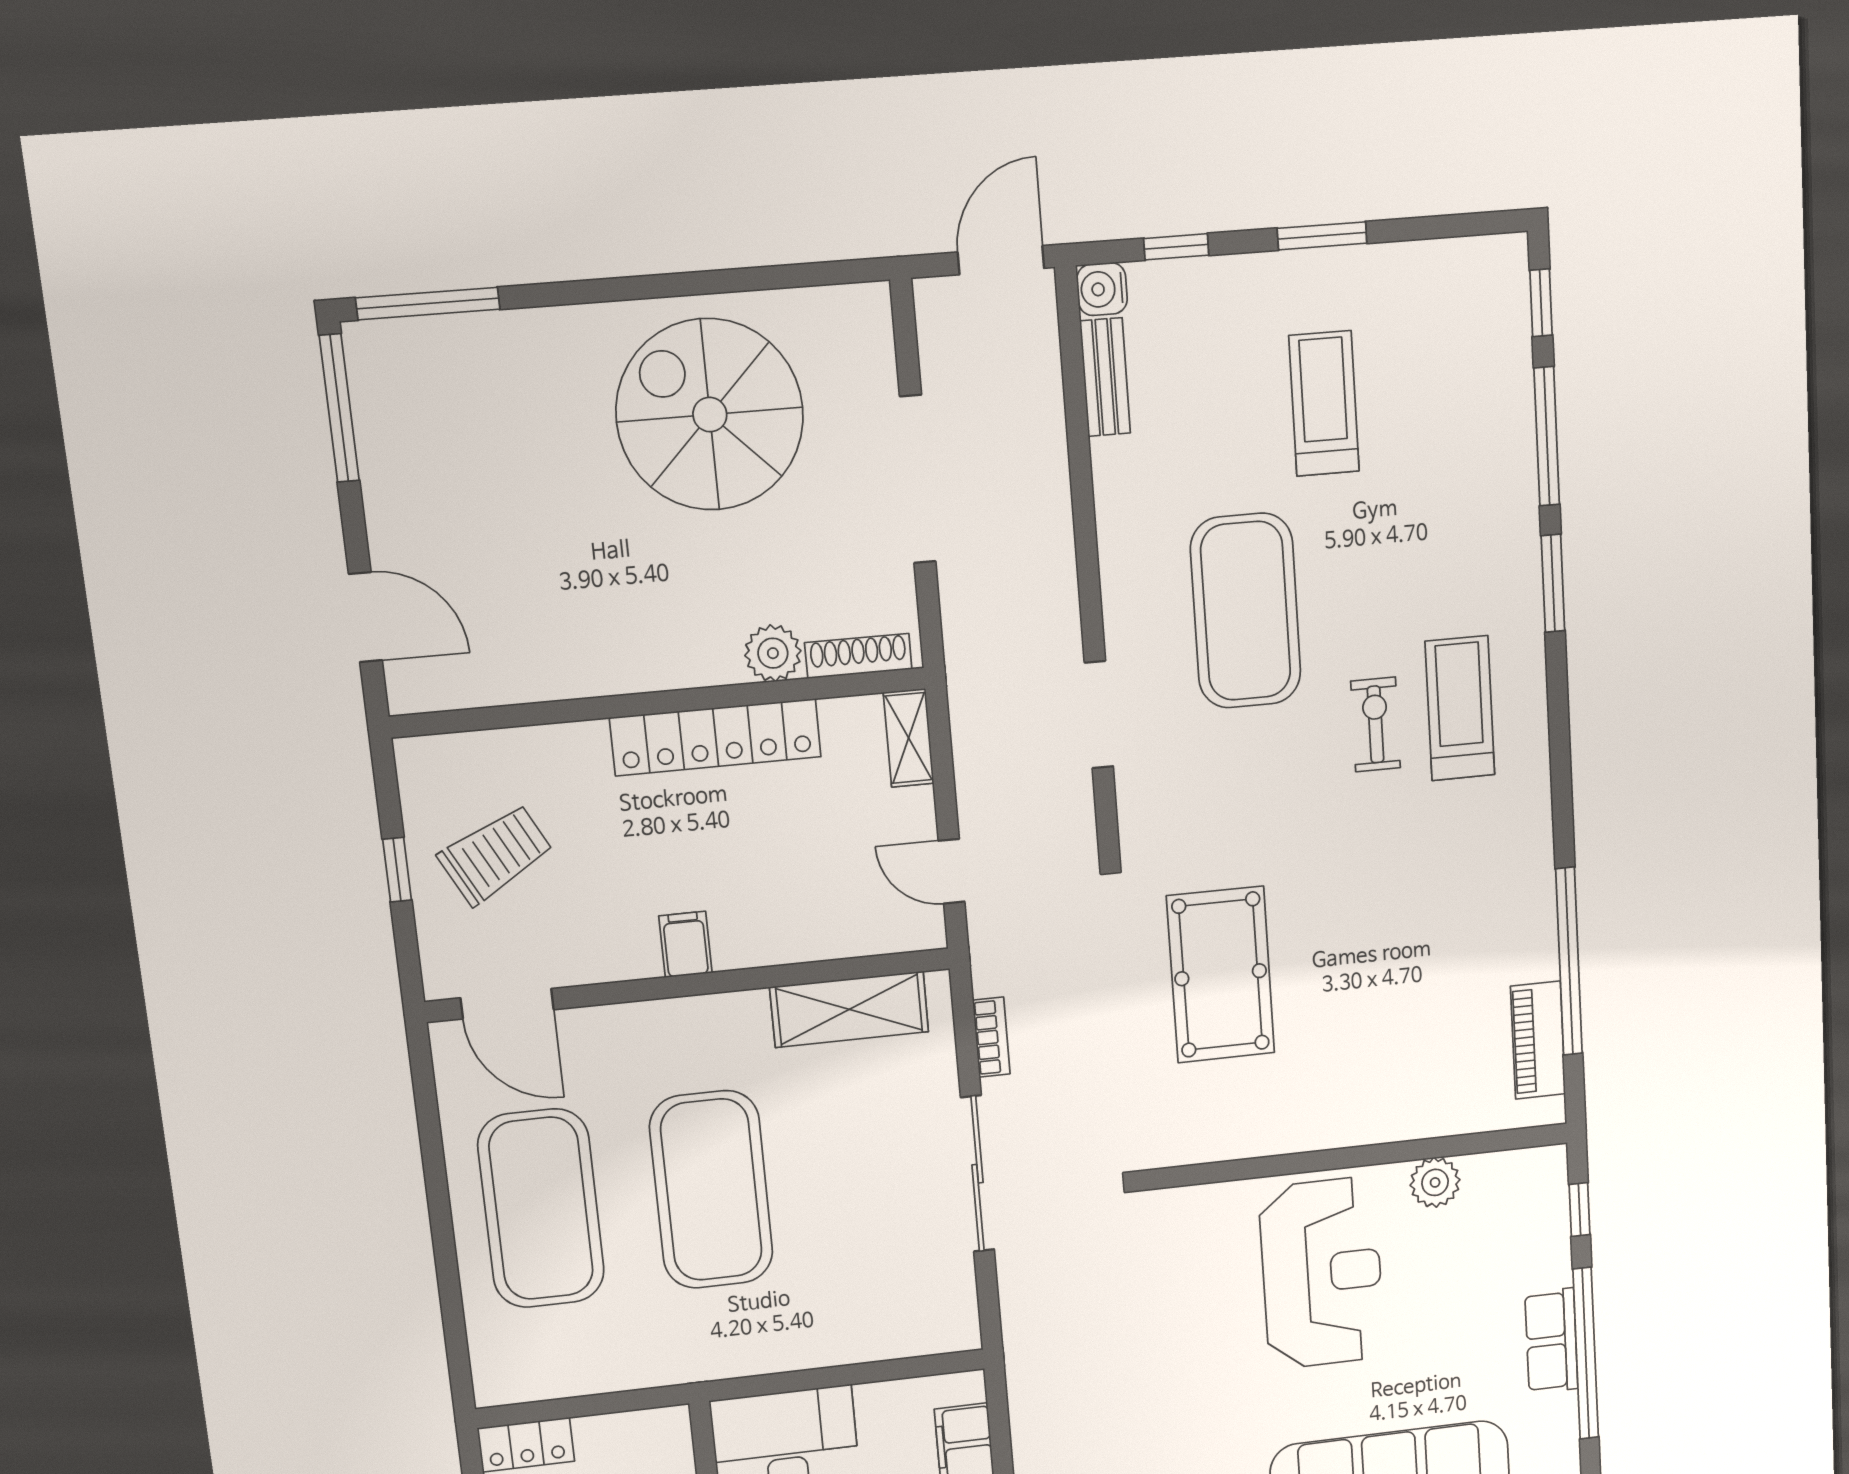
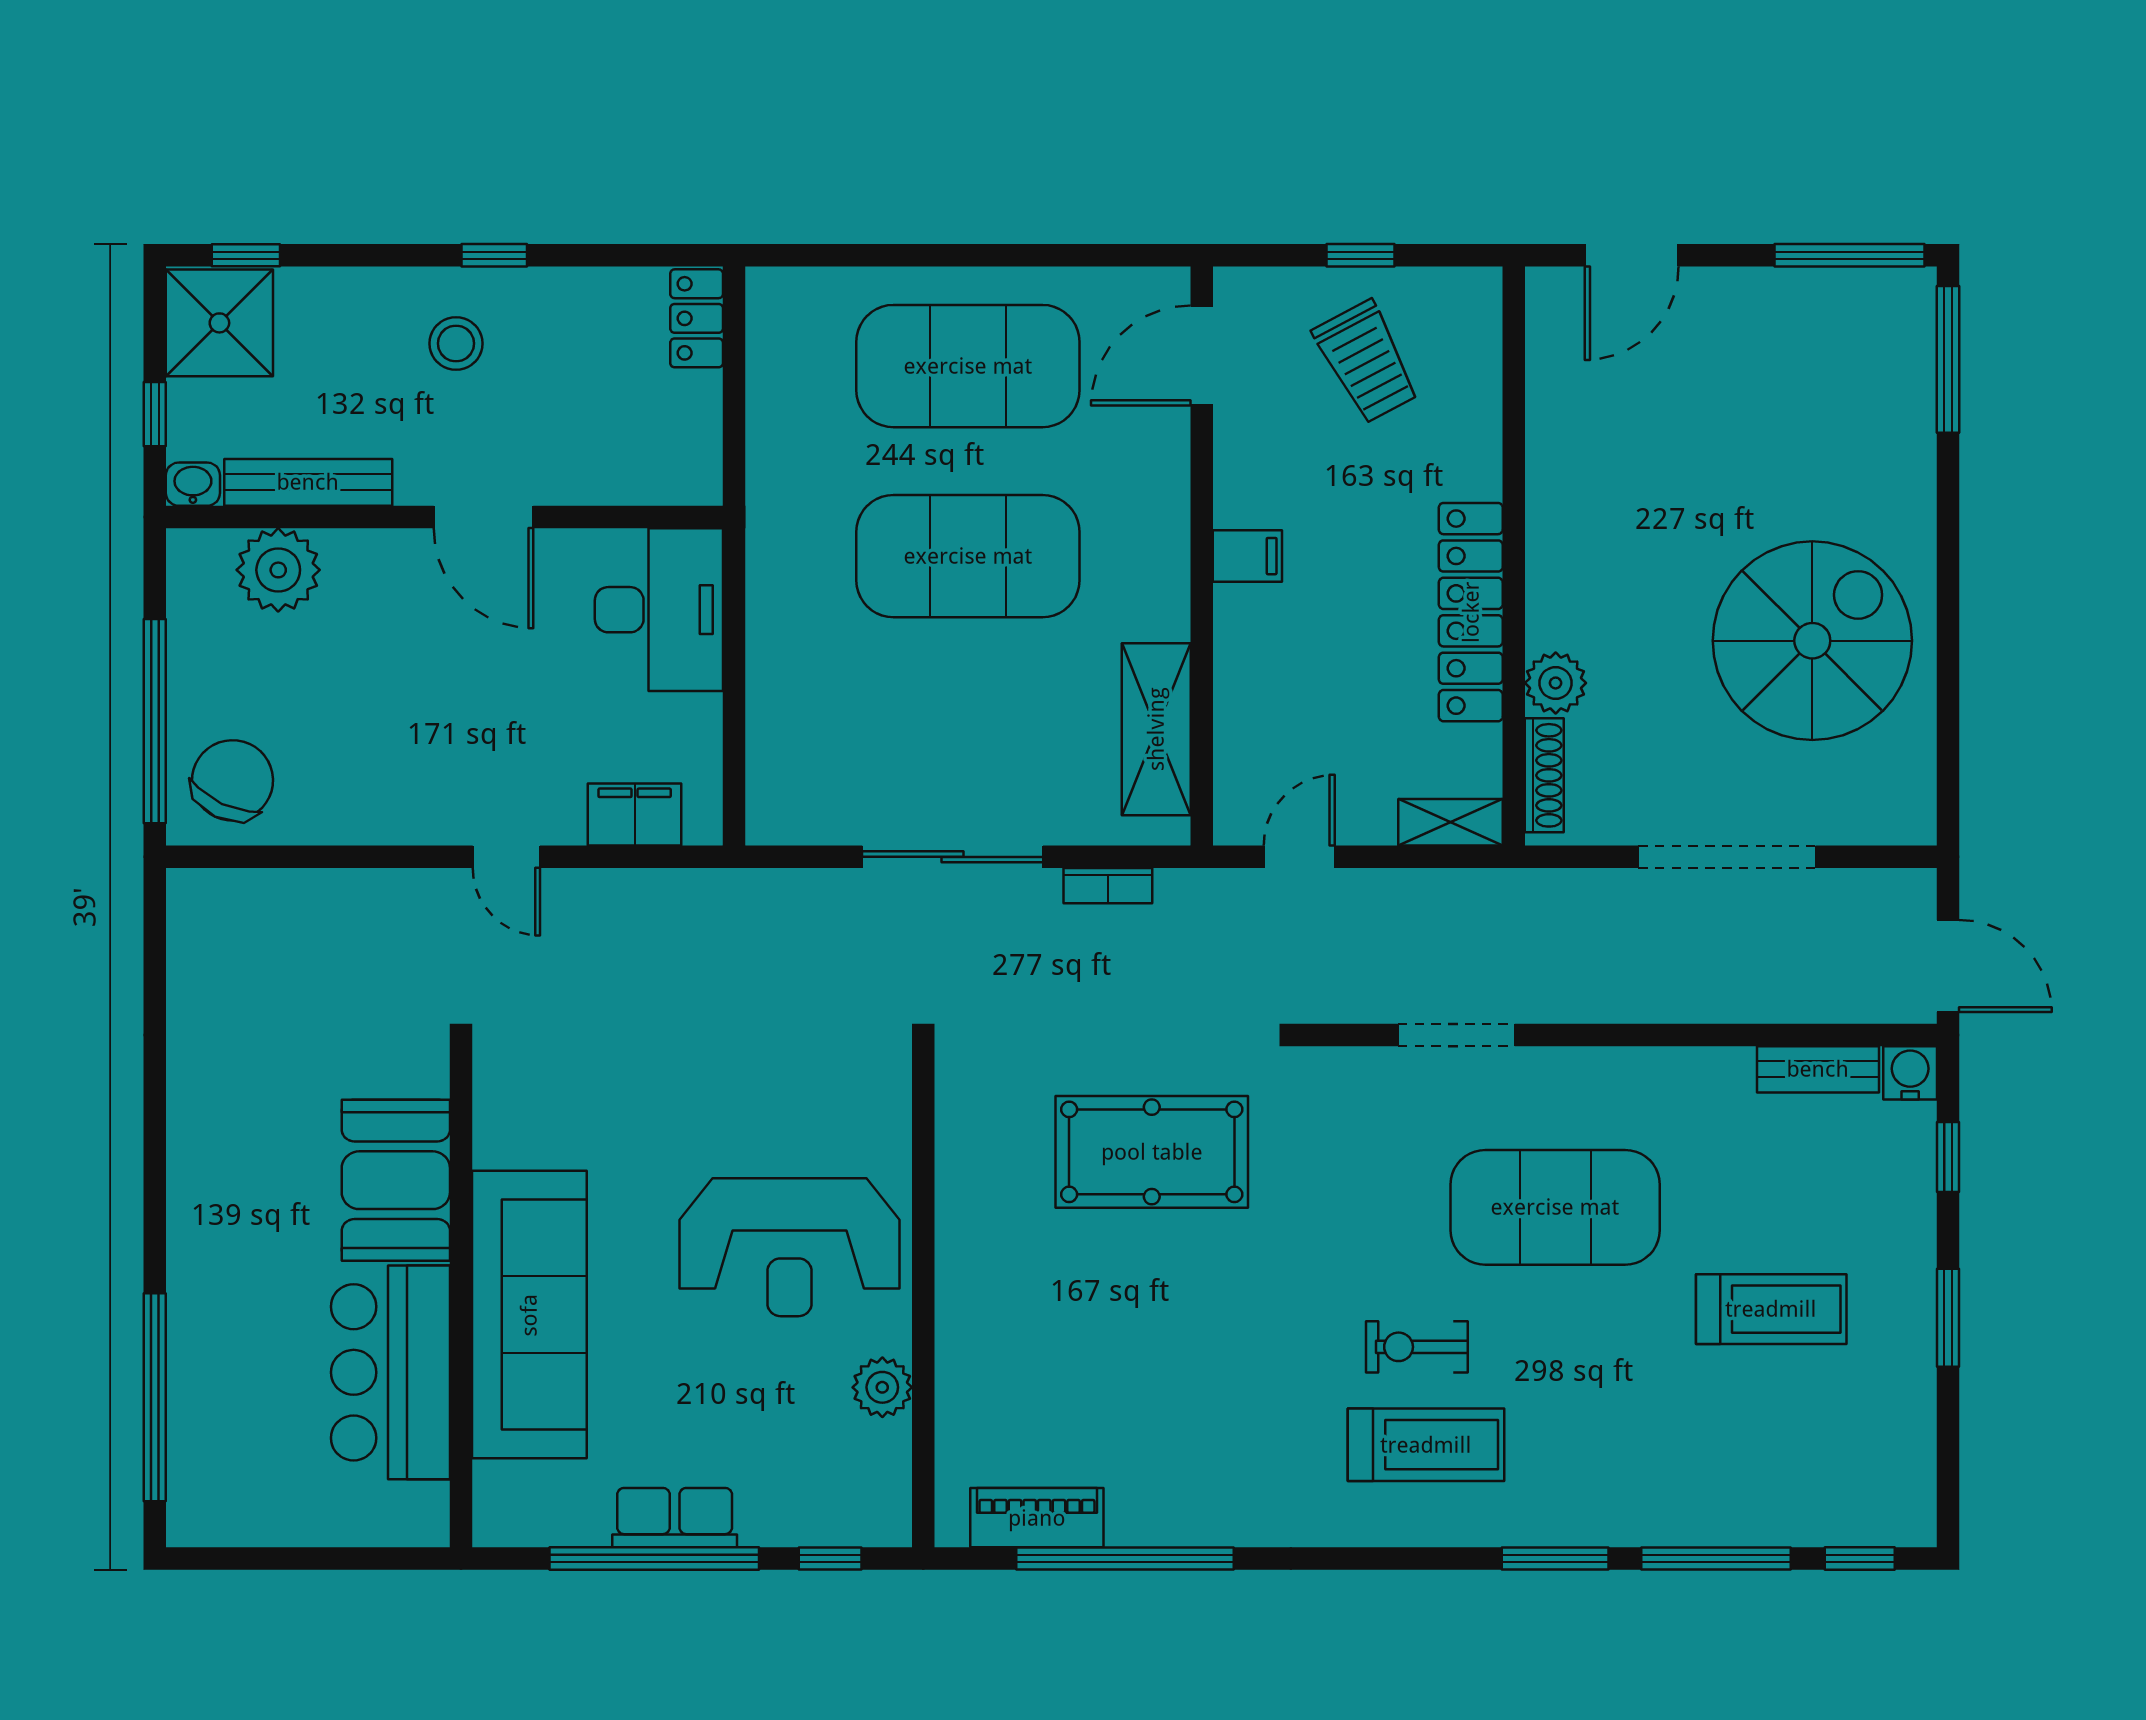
exercise bike: (1376, 724) -> (1417, 1347), turned 180

